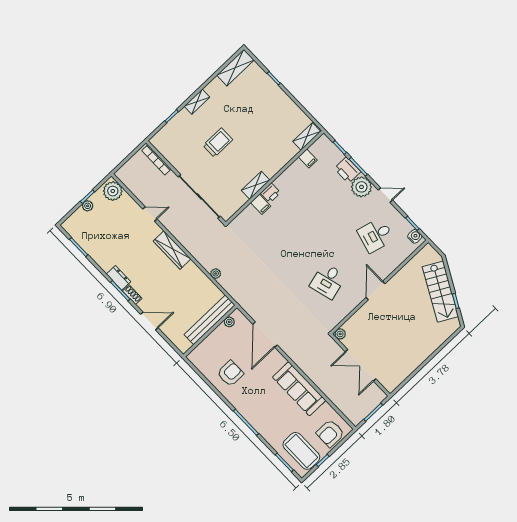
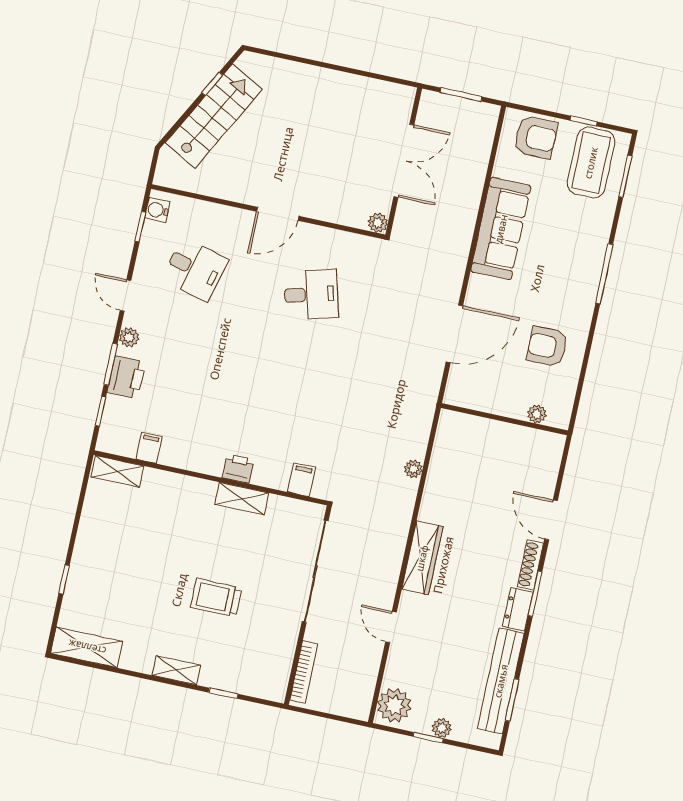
plant: (361, 187) -> (129, 337), width x0.53, depth x0.53
filing cabinet: (261, 204) -> (302, 480), moved
shoe rack: (132, 295) -> (530, 565), width x1.43
bench: (210, 320) -> (501, 681), moved, turned 90
plant: (229, 322) -> (537, 414), moved

